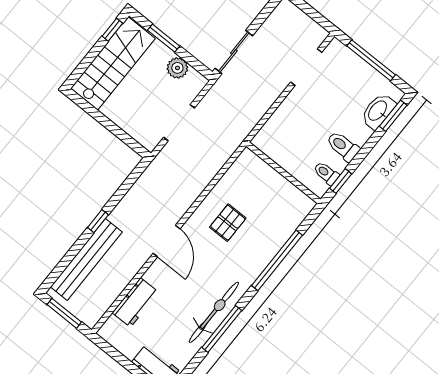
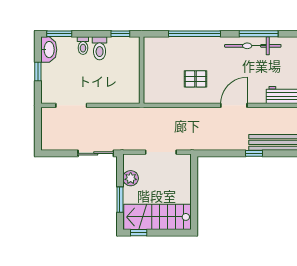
window: (371, 60) -> (38, 72), width x0.46
washbasin: (378, 111) -> (49, 50), moved, turned -90
toilet: (326, 173) -> (83, 46), moved

